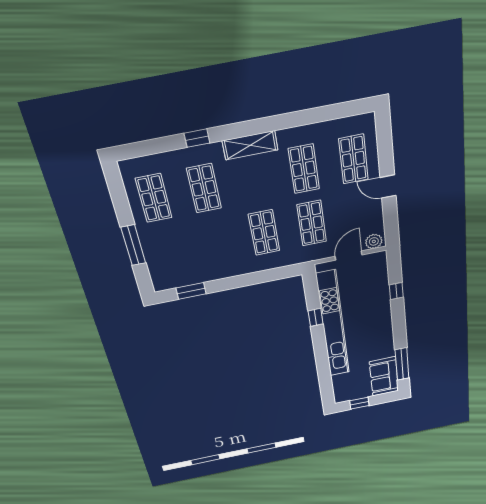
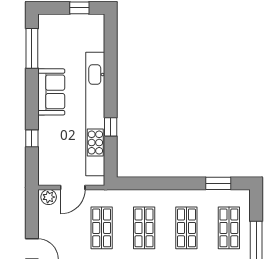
shop shelf: (216, 242) -> (186, 228), added
shop shelf: (168, 252) -> (229, 228), added
sofa: (384, 376) -> (51, 92), moved

